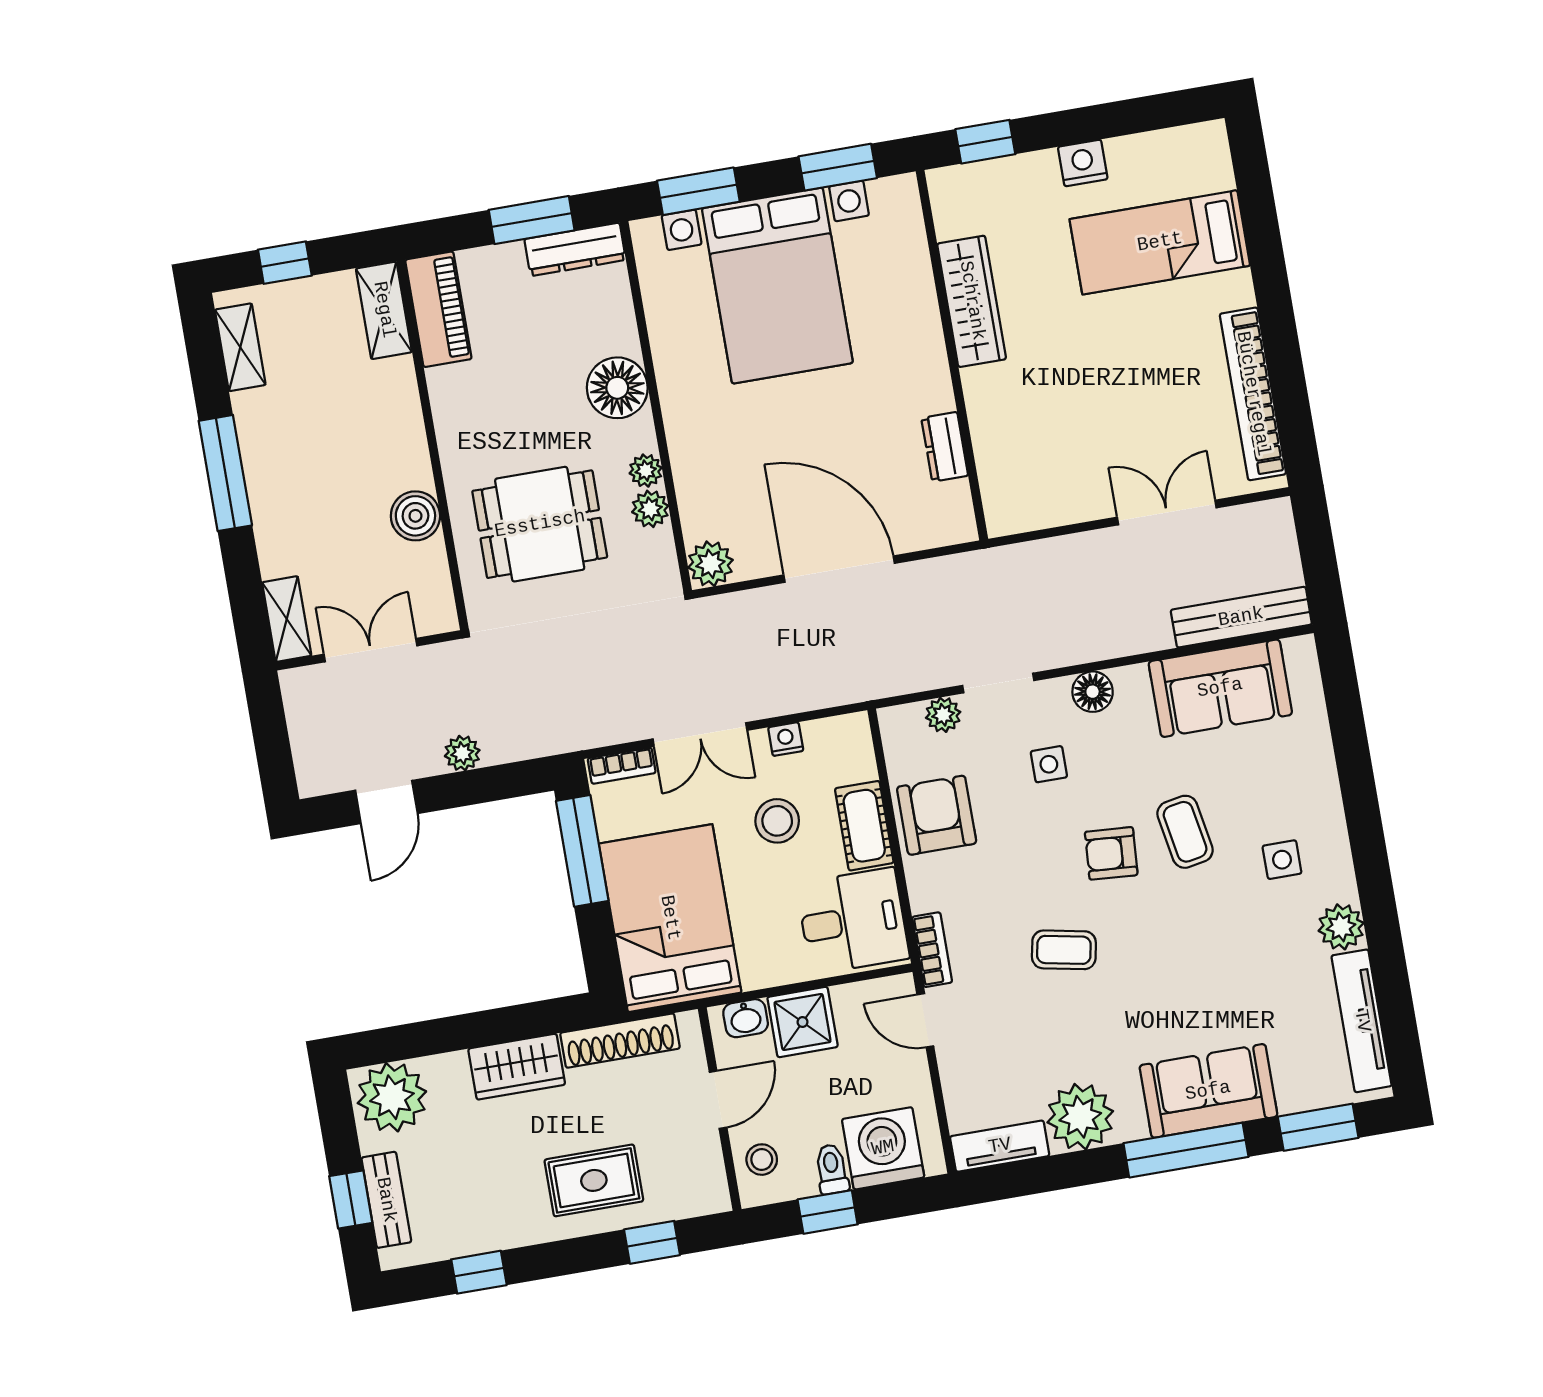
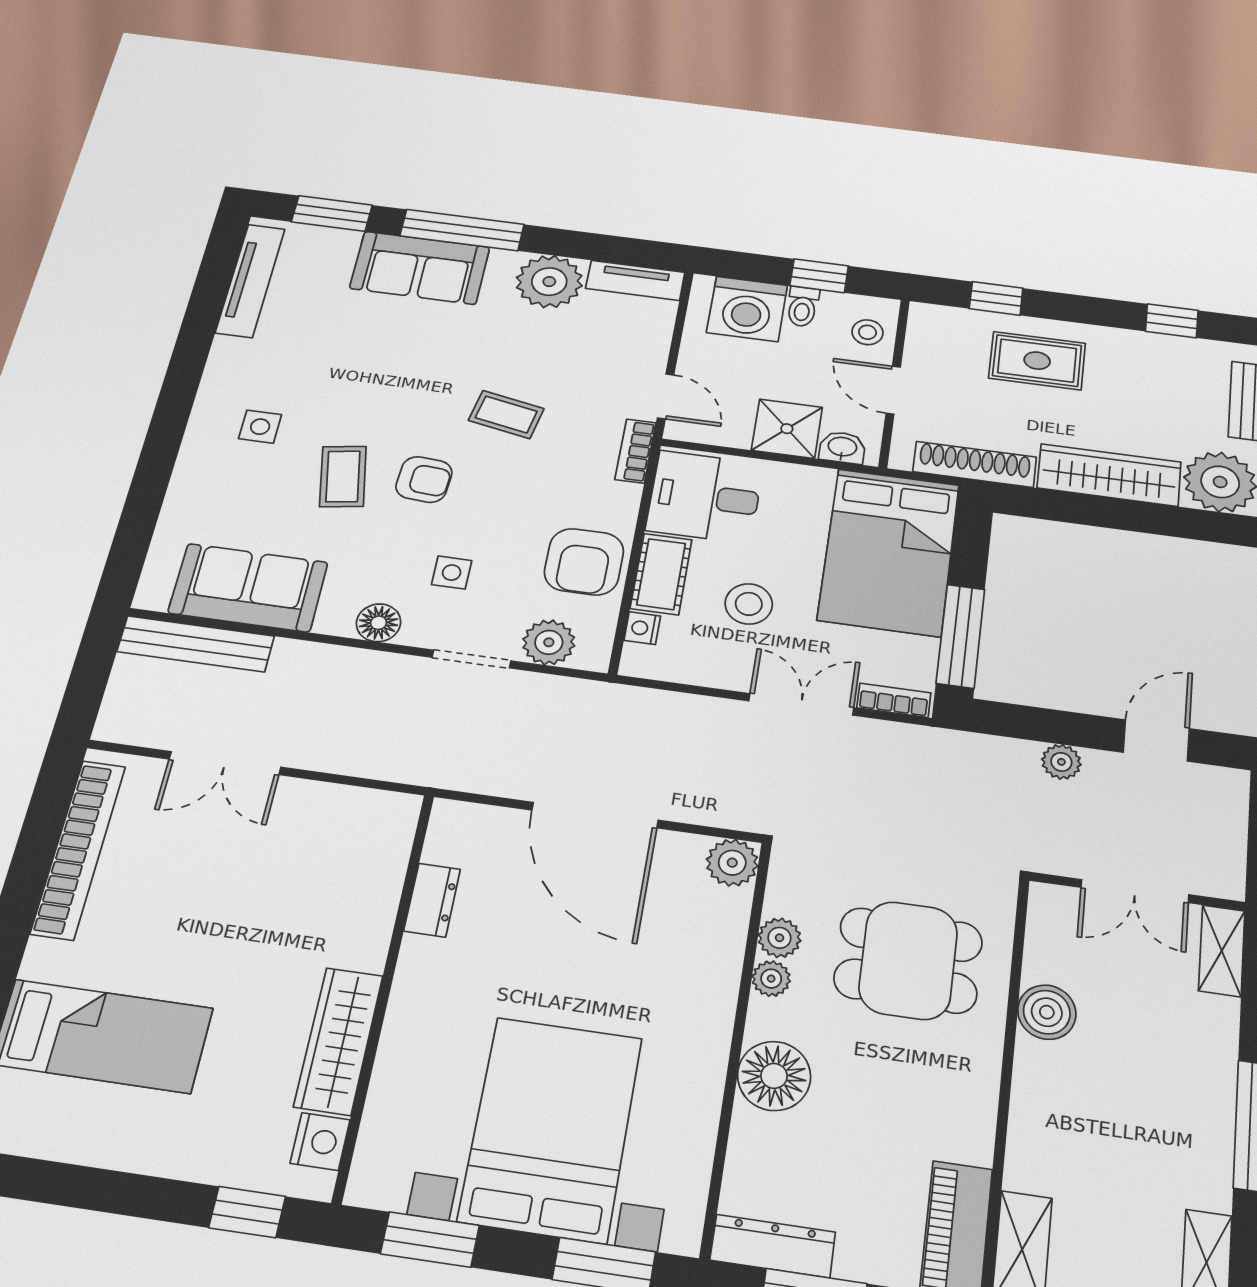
nightstand: (1083, 163) -> (320, 1142), moved, turned -90
plant: (943, 715) -> (549, 642), width x1.38, depth x1.38
nightstand: (786, 739) -> (642, 628), moved, turned 90
plant: (1341, 927) -> (231, 357), removed
wardrobe: (517, 1067) -> (1109, 475), width x1.50
door: (718, 1100) -> (893, 390), hinge flipped

